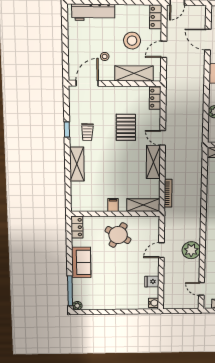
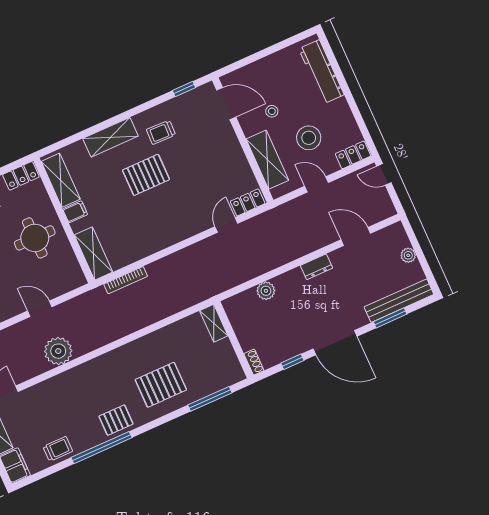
door: (208, 40) -> (356, 237), hinge flipped
pallet: (126, 127) -> (146, 175), moved
window: (67, 129) -> (184, 89), moved
door: (163, 138) -> (226, 225), moved
shelving: (153, 162) -> (61, 180), moved, turned 90
round table: (118, 235) -> (35, 238), turned -30

